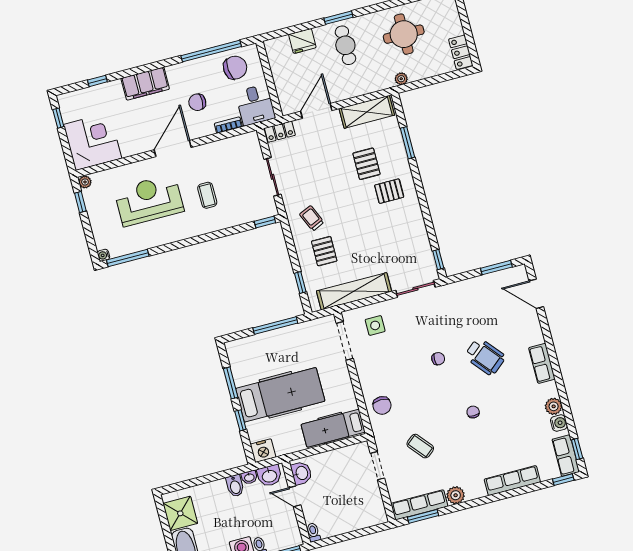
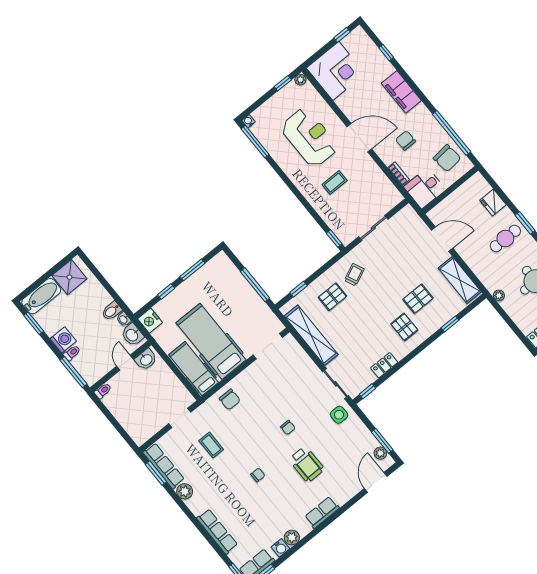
locker: (280, 132) -> (384, 365), moved, turned 90
window: (408, 143) -> (450, 324), width x0.67
plant: (508, 275) -> (380, 453), added
side table: (375, 325) -> (339, 415), moved
wheelchair: (485, 357) -> (307, 464), turned -50
hospital bed: (280, 395) -> (211, 341), moved, turned 180
chair: (382, 405) -> (230, 399), turned -90
coffee table: (420, 446) -> (211, 445), turned -50

